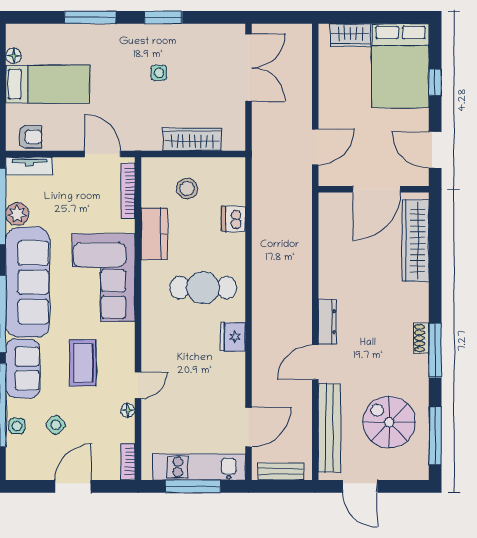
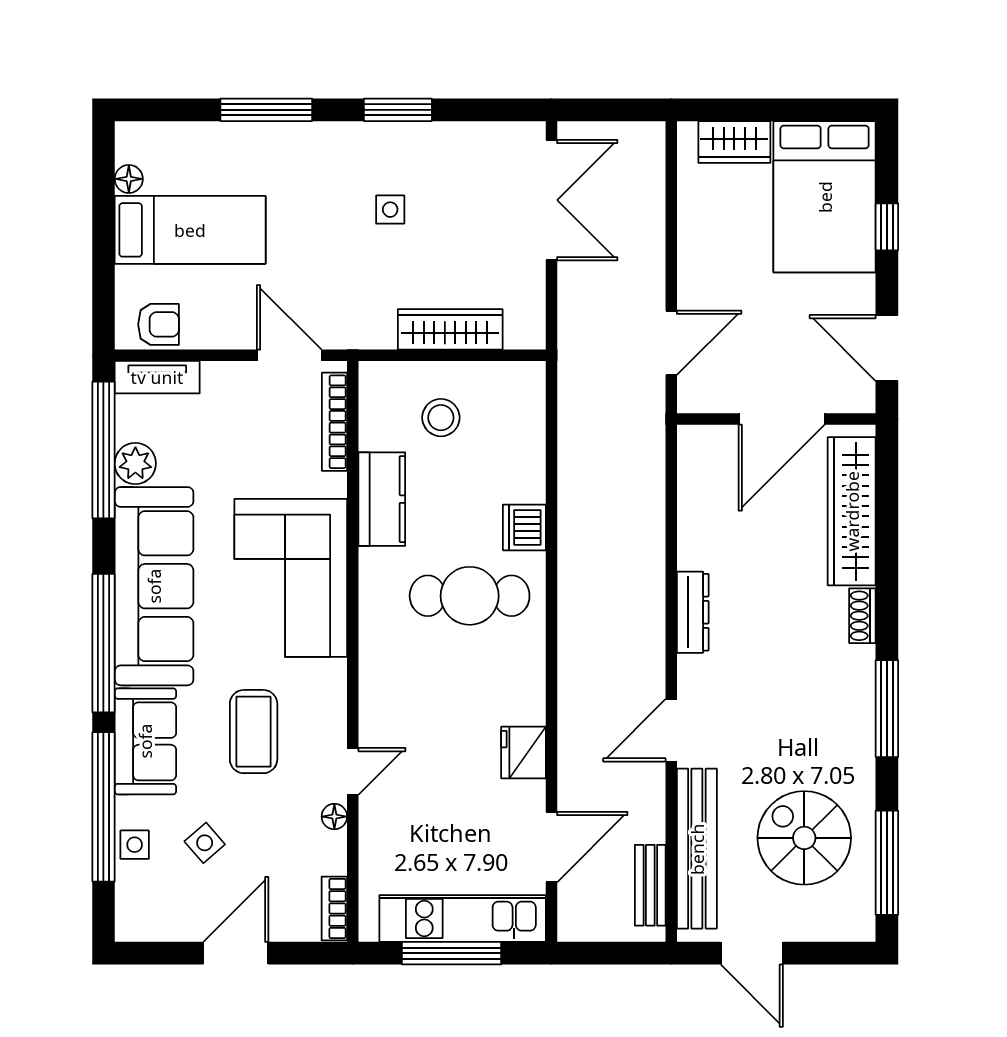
dishwasher: (234, 219) -> (524, 527), moved
dresser: (327, 322) -> (693, 612), moved
fridge: (233, 337) -> (524, 753), moved
shoe rack: (421, 338) -> (862, 616), moved
bench: (281, 471) -> (650, 885), moved, turned 90

